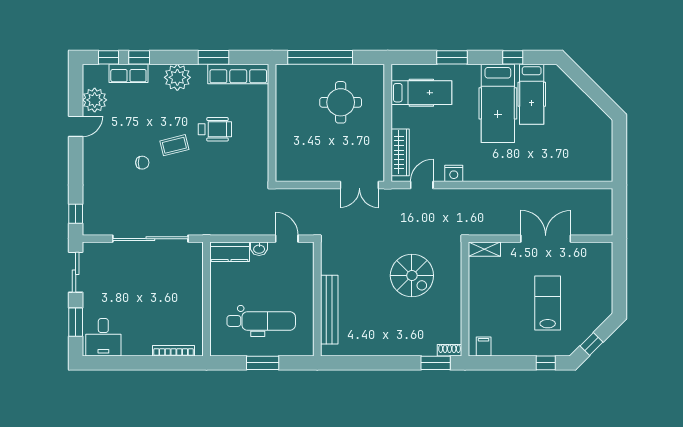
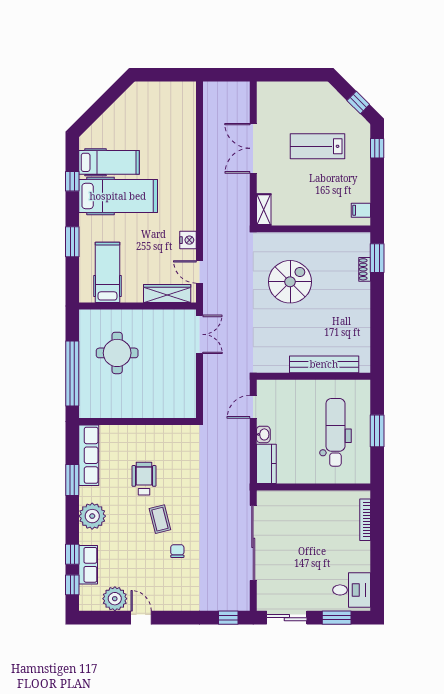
shoe rack: (450, 350) -> (365, 269), moved

